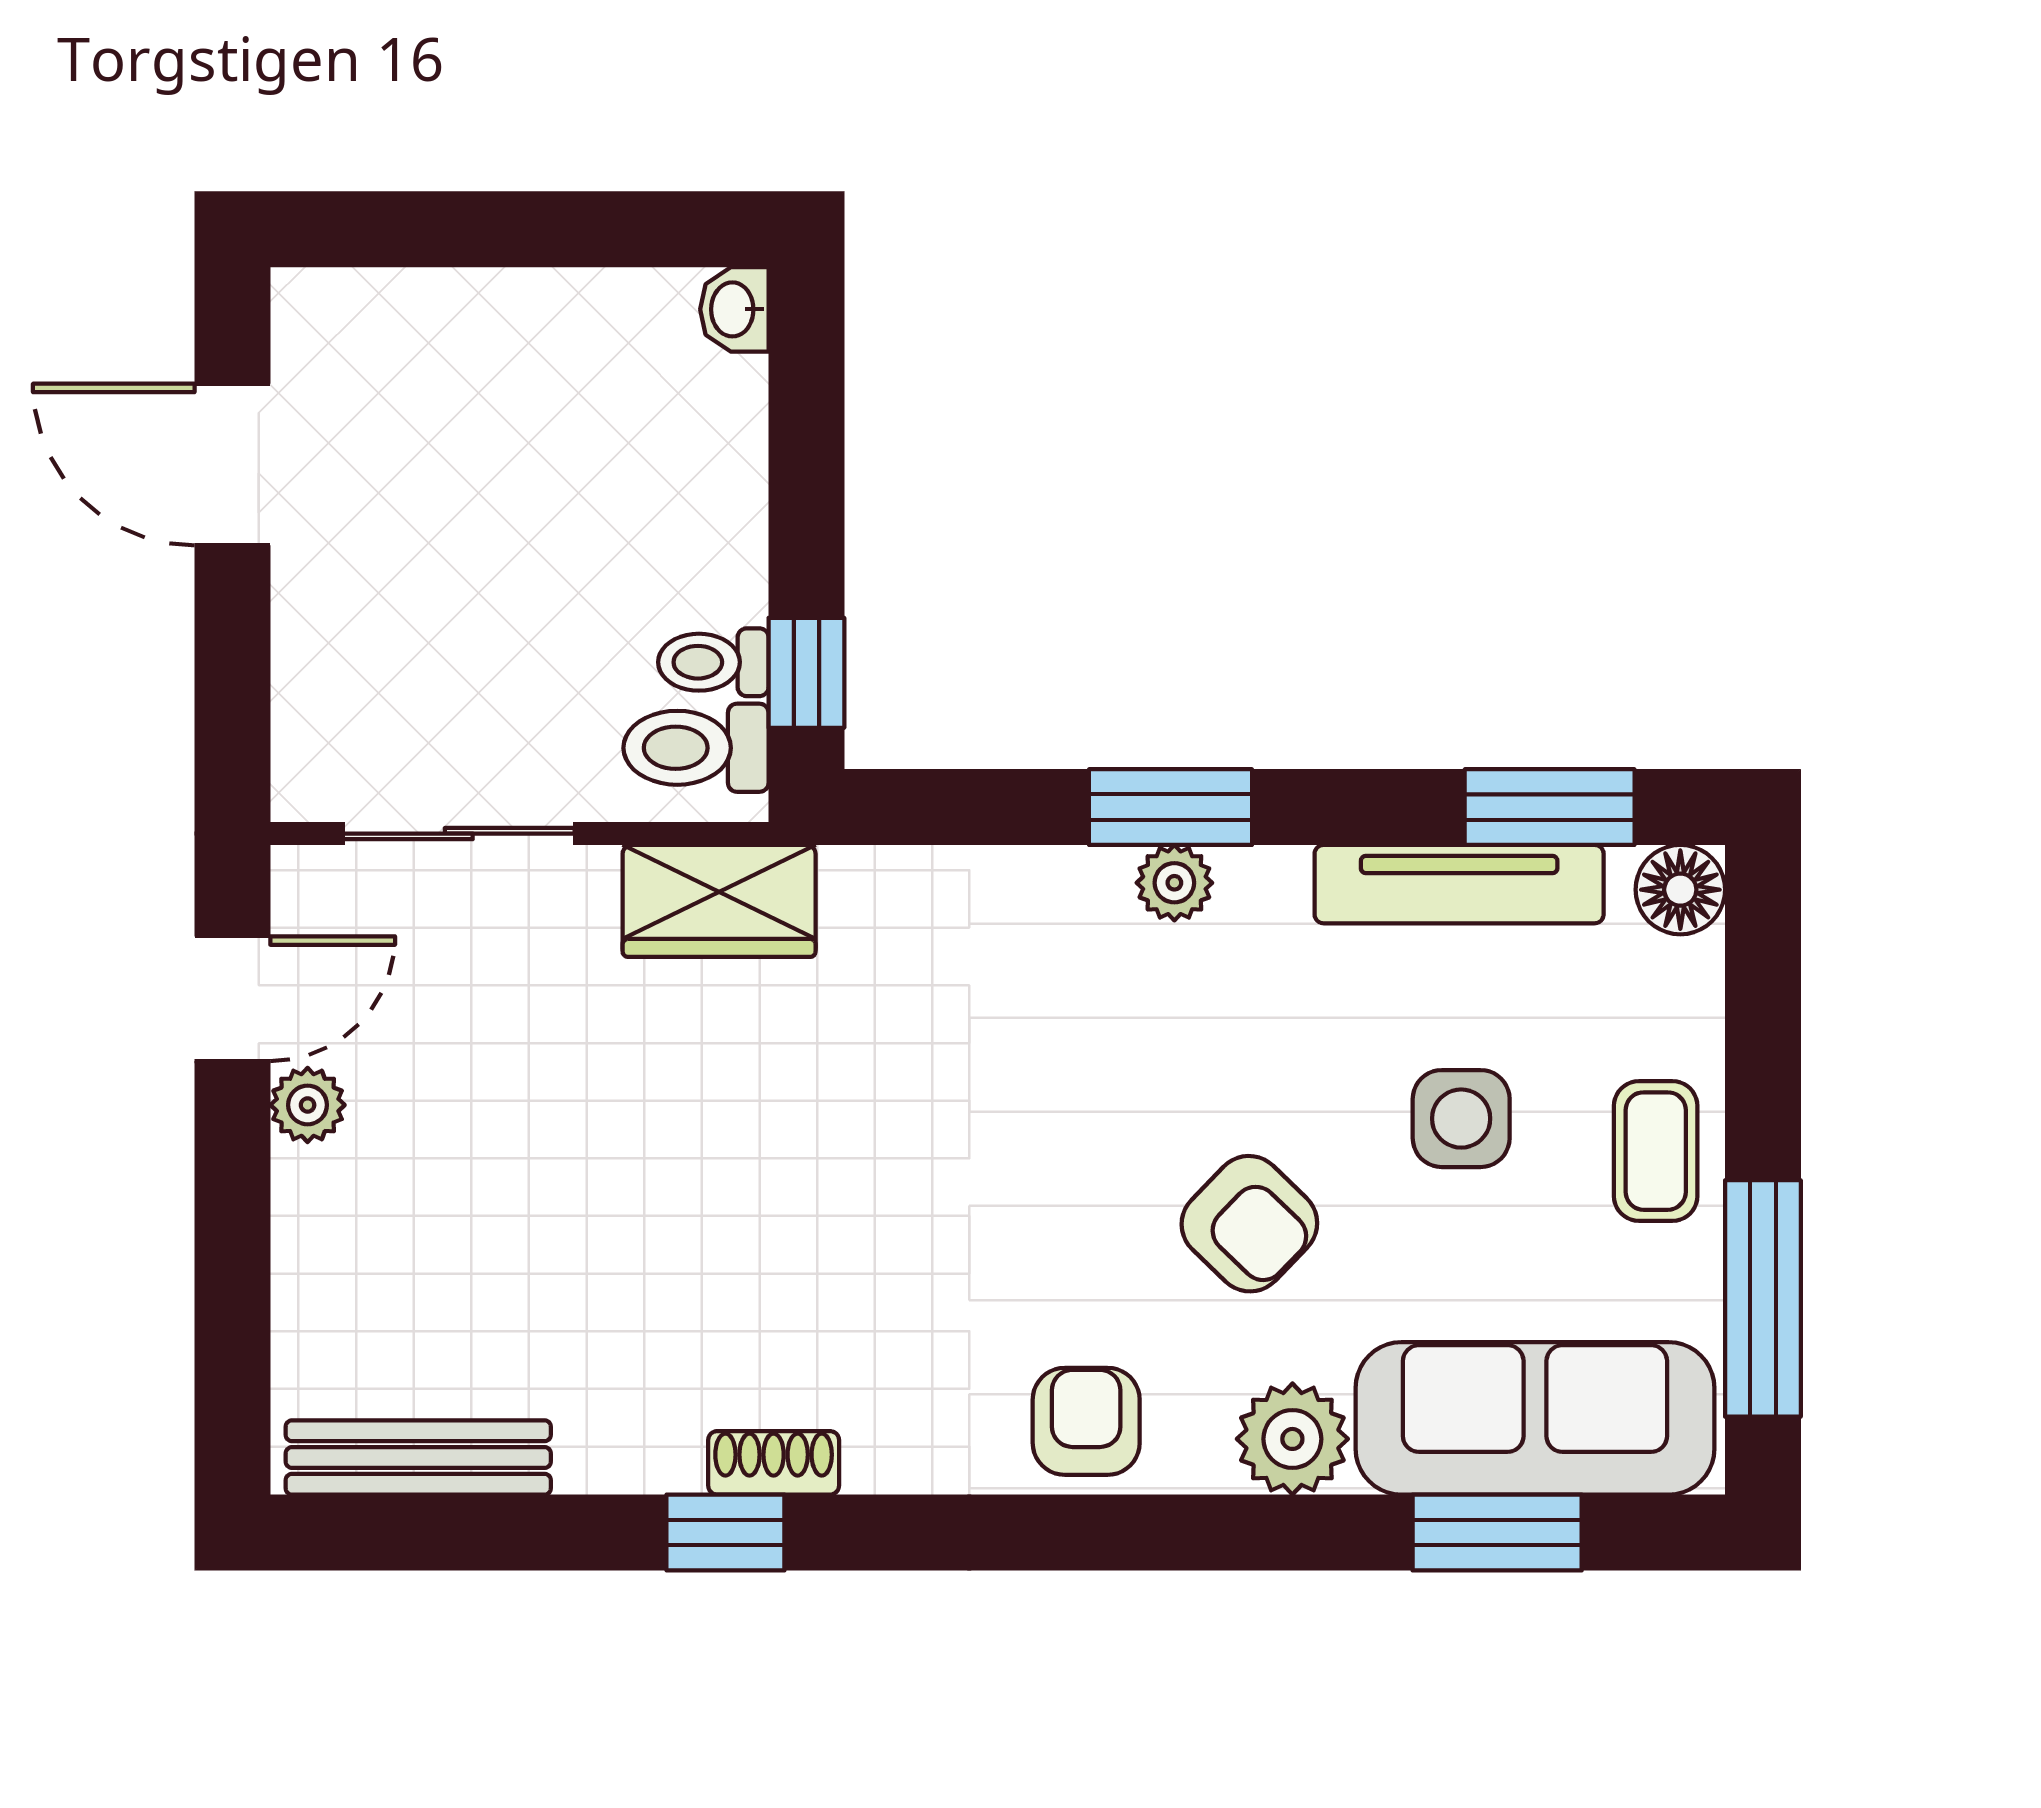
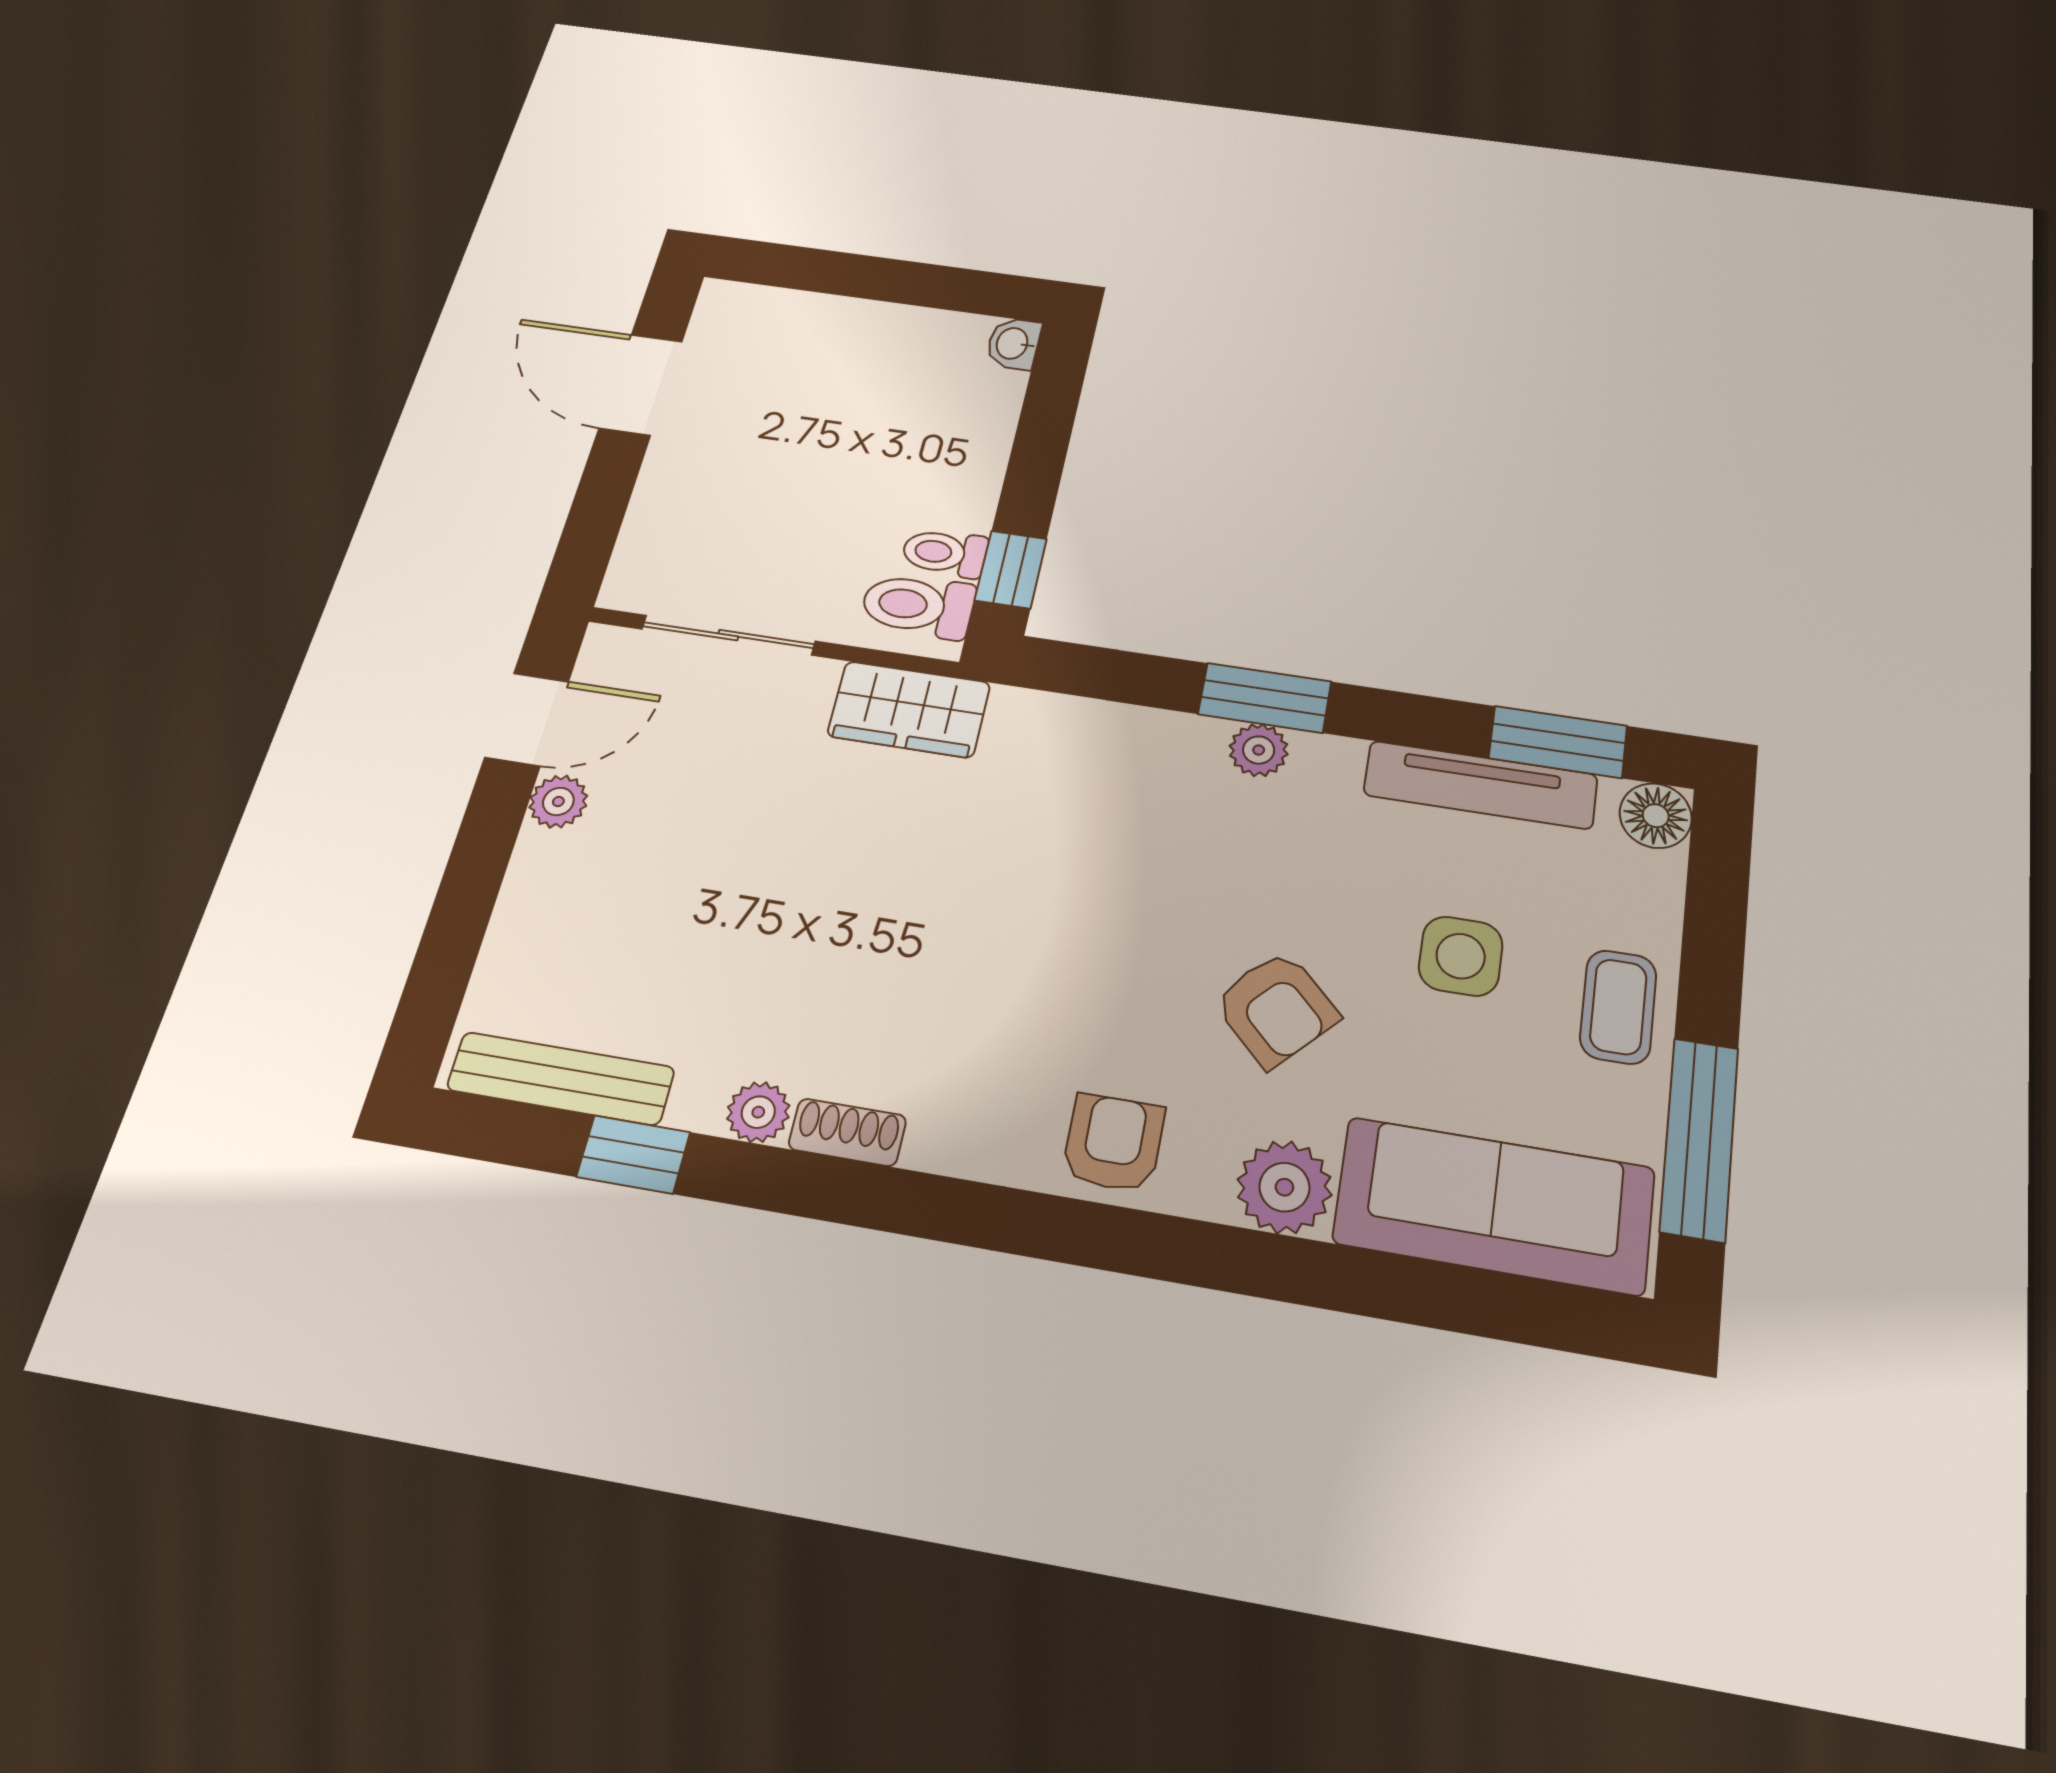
plant: (663, 1457) -> (758, 1112), added
window: (725, 1533) -> (633, 1155), moved
window: (1497, 1533) -> (1450, 1297), removed

